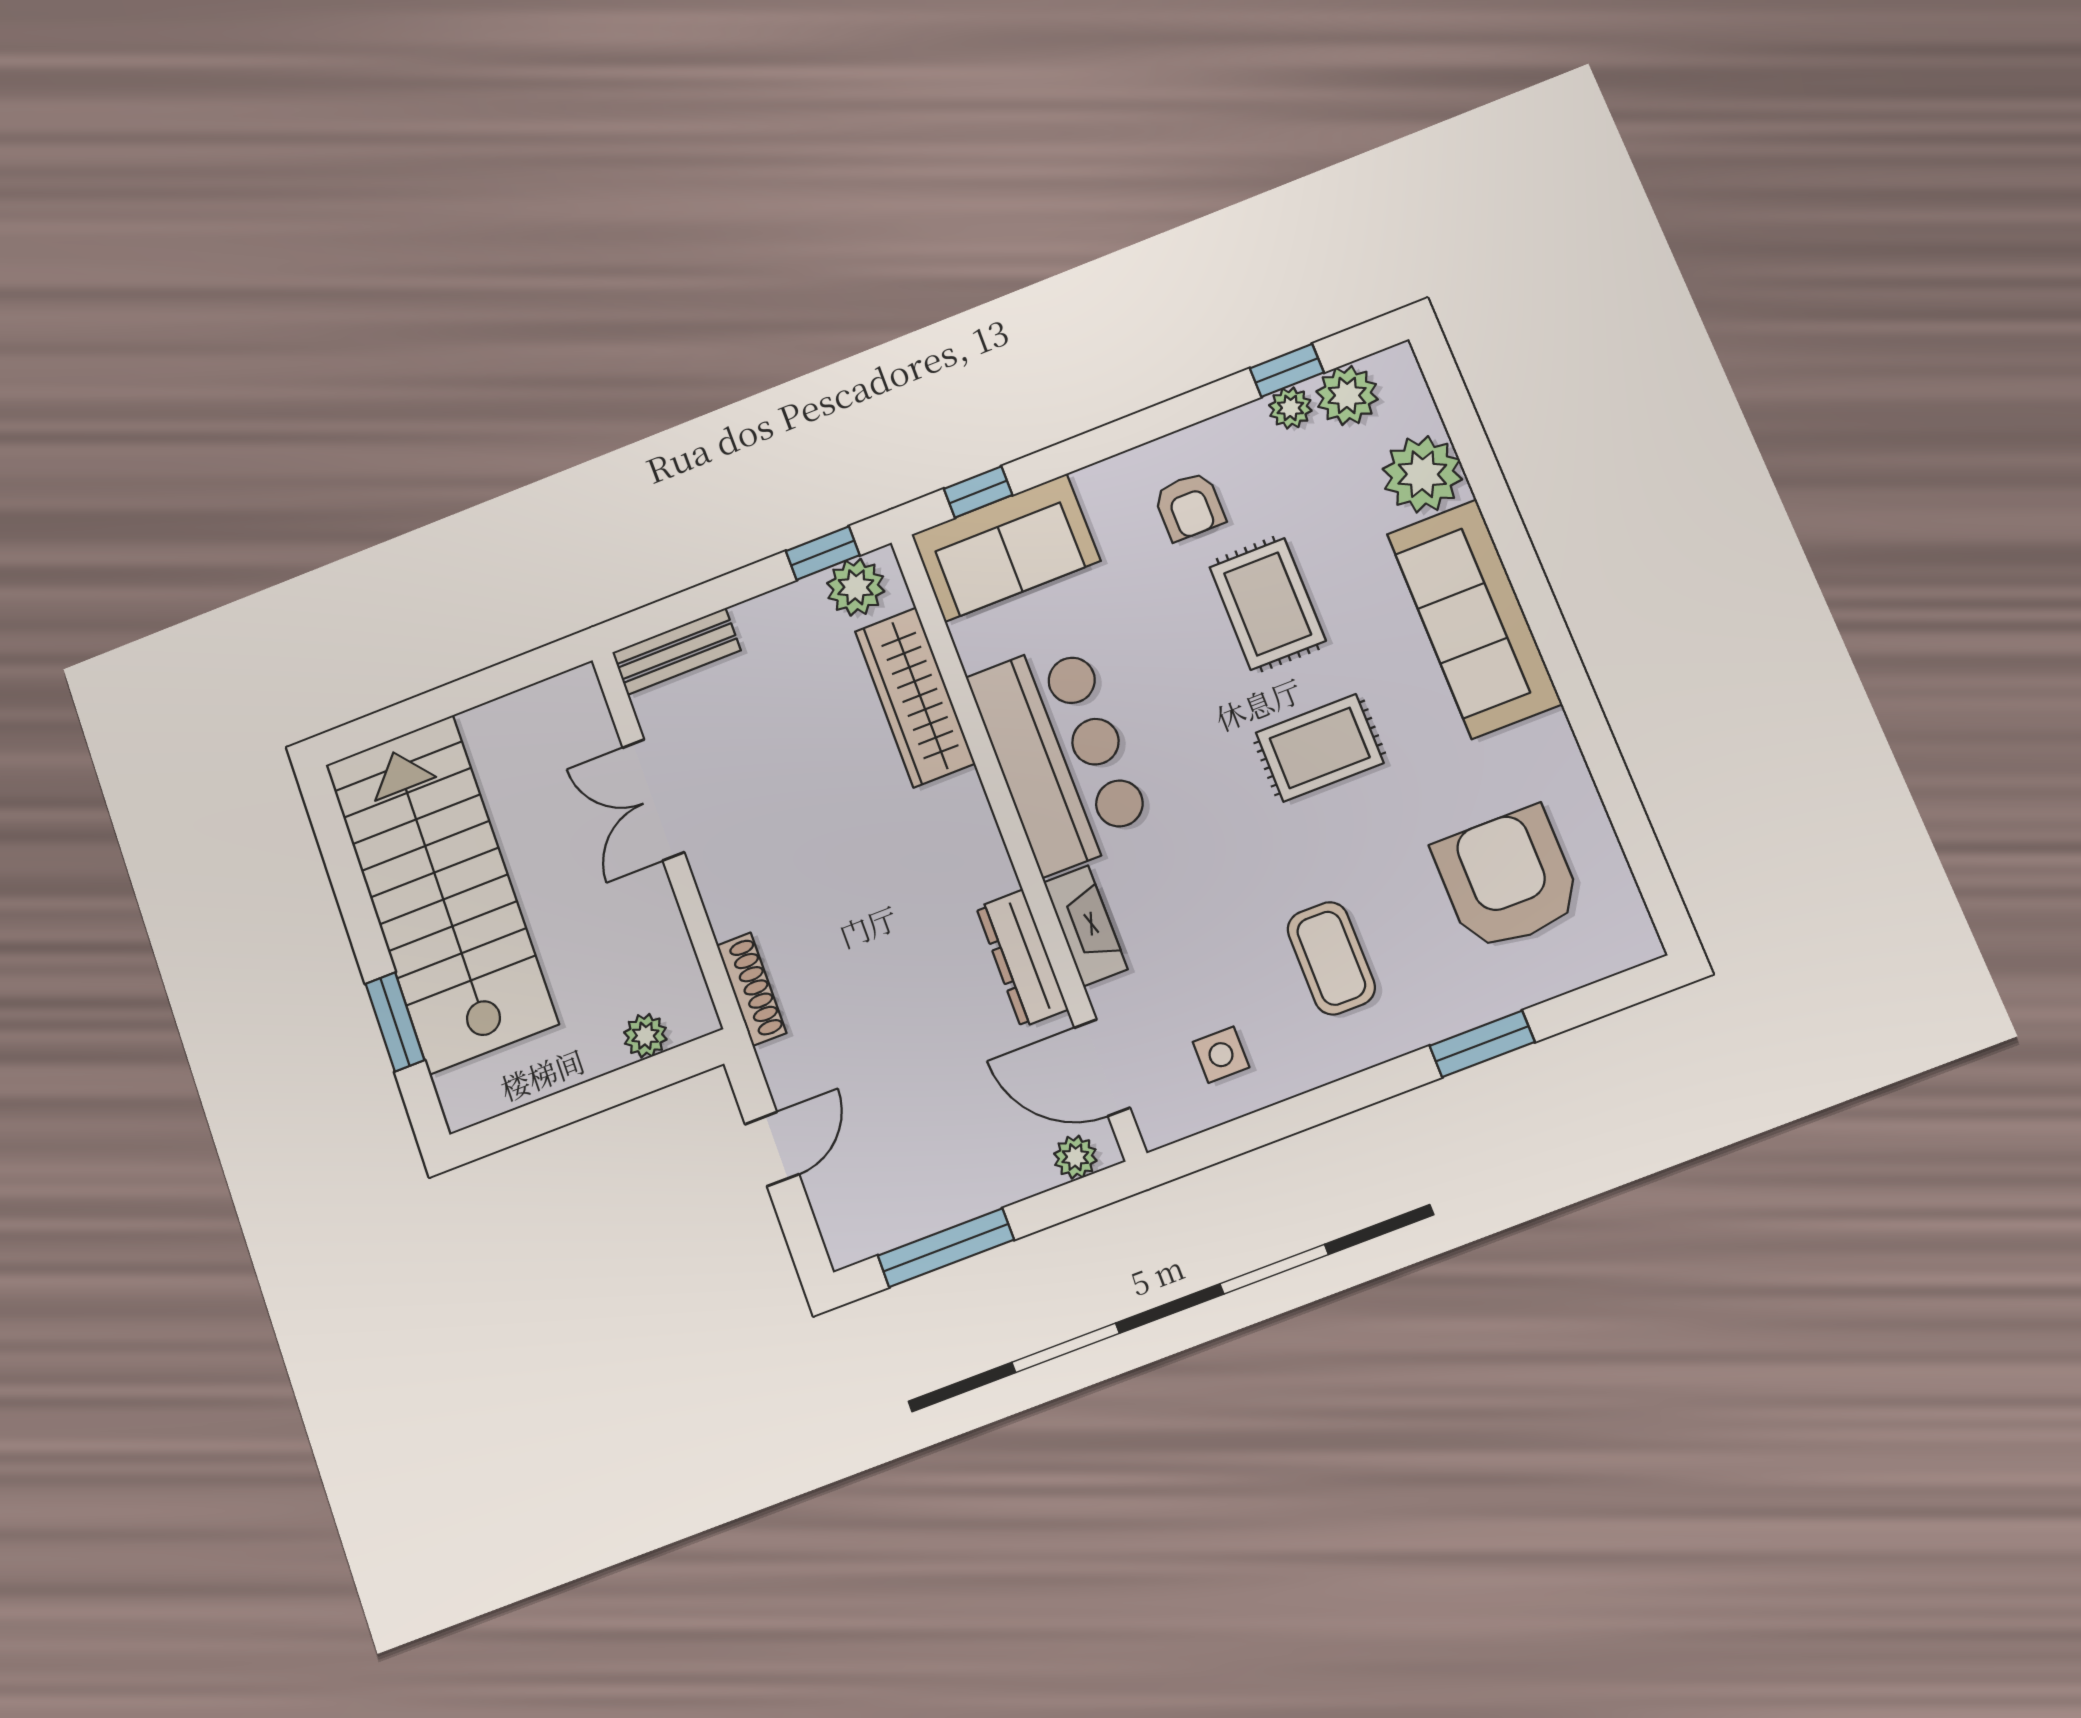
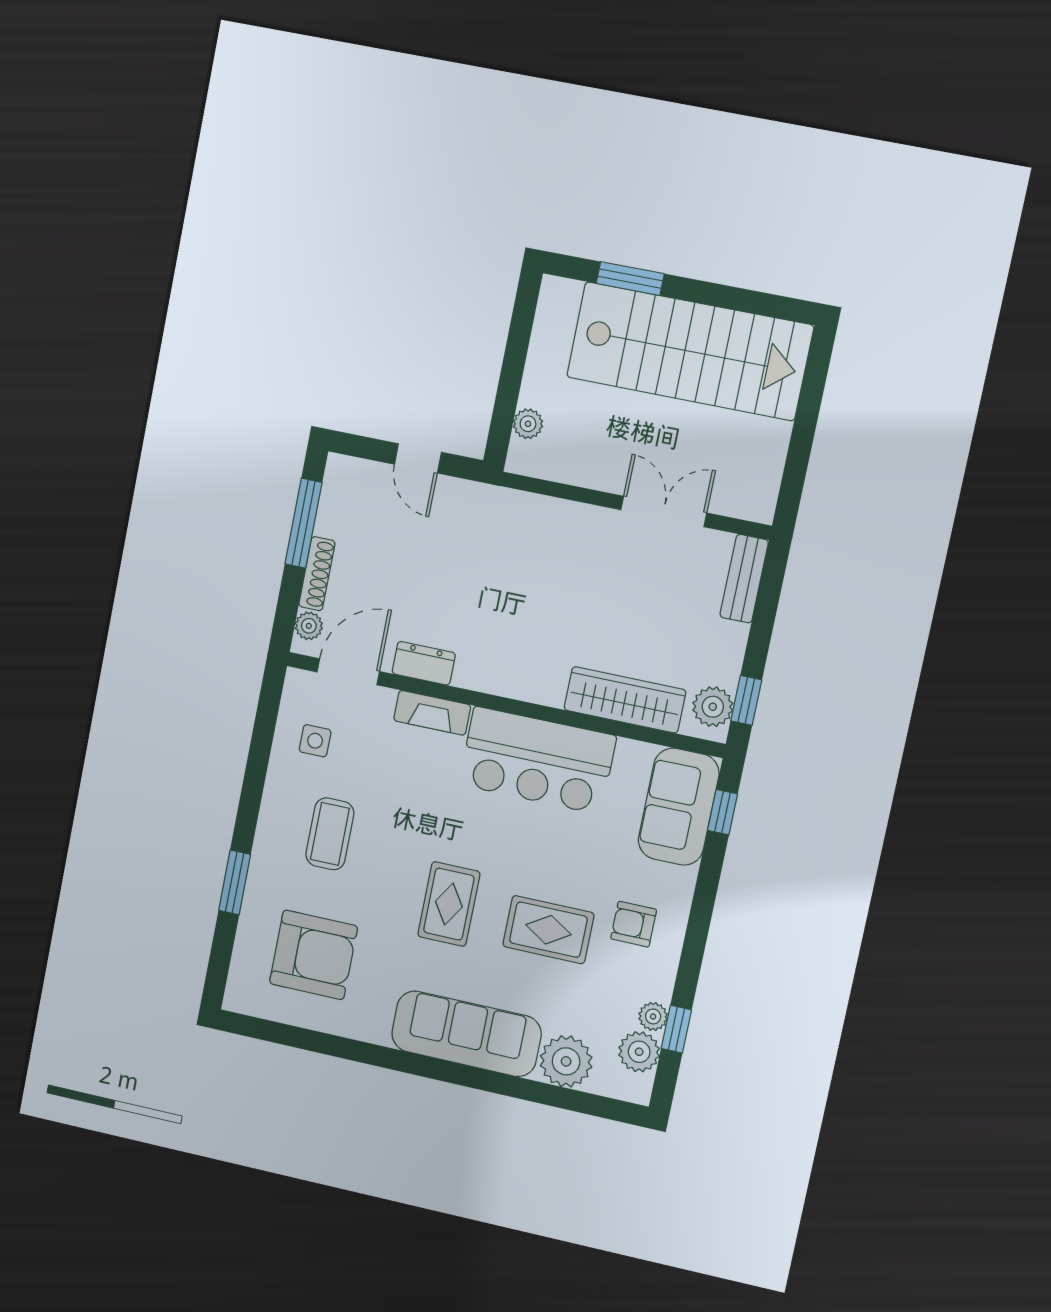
dresser: (1022, 958) -> (424, 663), width x0.70
coffee table: (1331, 958) -> (330, 834), turned 90
shoe rack: (752, 989) -> (317, 574), moved, turned -90

